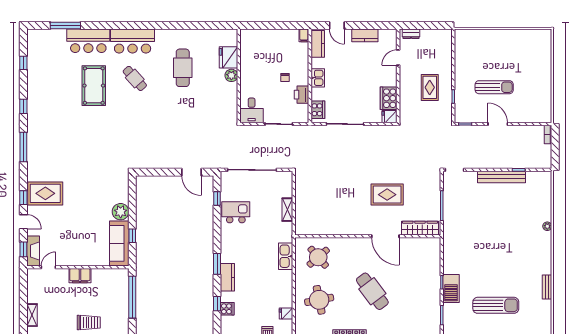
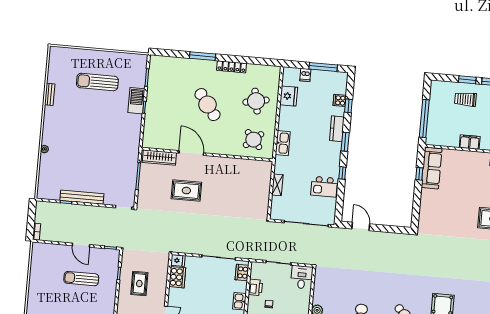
window: (217, 198) -> (342, 173), moved
plant: (121, 212) -> (428, 197), removed
fridge: (286, 314) -> (289, 96), width x1.88, depth x1.34

